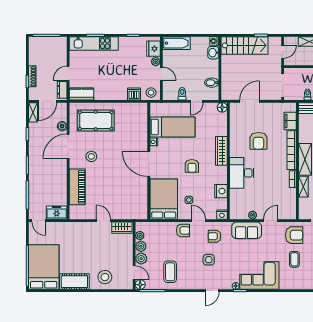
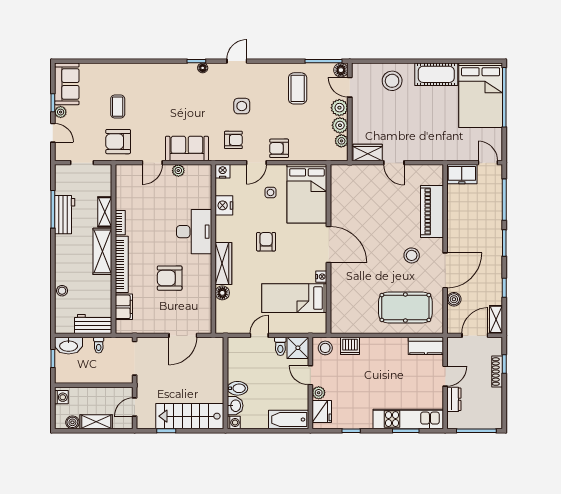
bidet: (212, 83) -> (237, 388), moved
dresser: (62, 90) -> (454, 399), moved
shower: (170, 93) -> (298, 348), added
floor lamp: (222, 107) -> (222, 293), moved
armchair: (259, 141) -> (170, 278), turned -90
door: (199, 221) -> (256, 163), hinge flipped
corner sofa: (259, 275) -> (168, 83), removed

